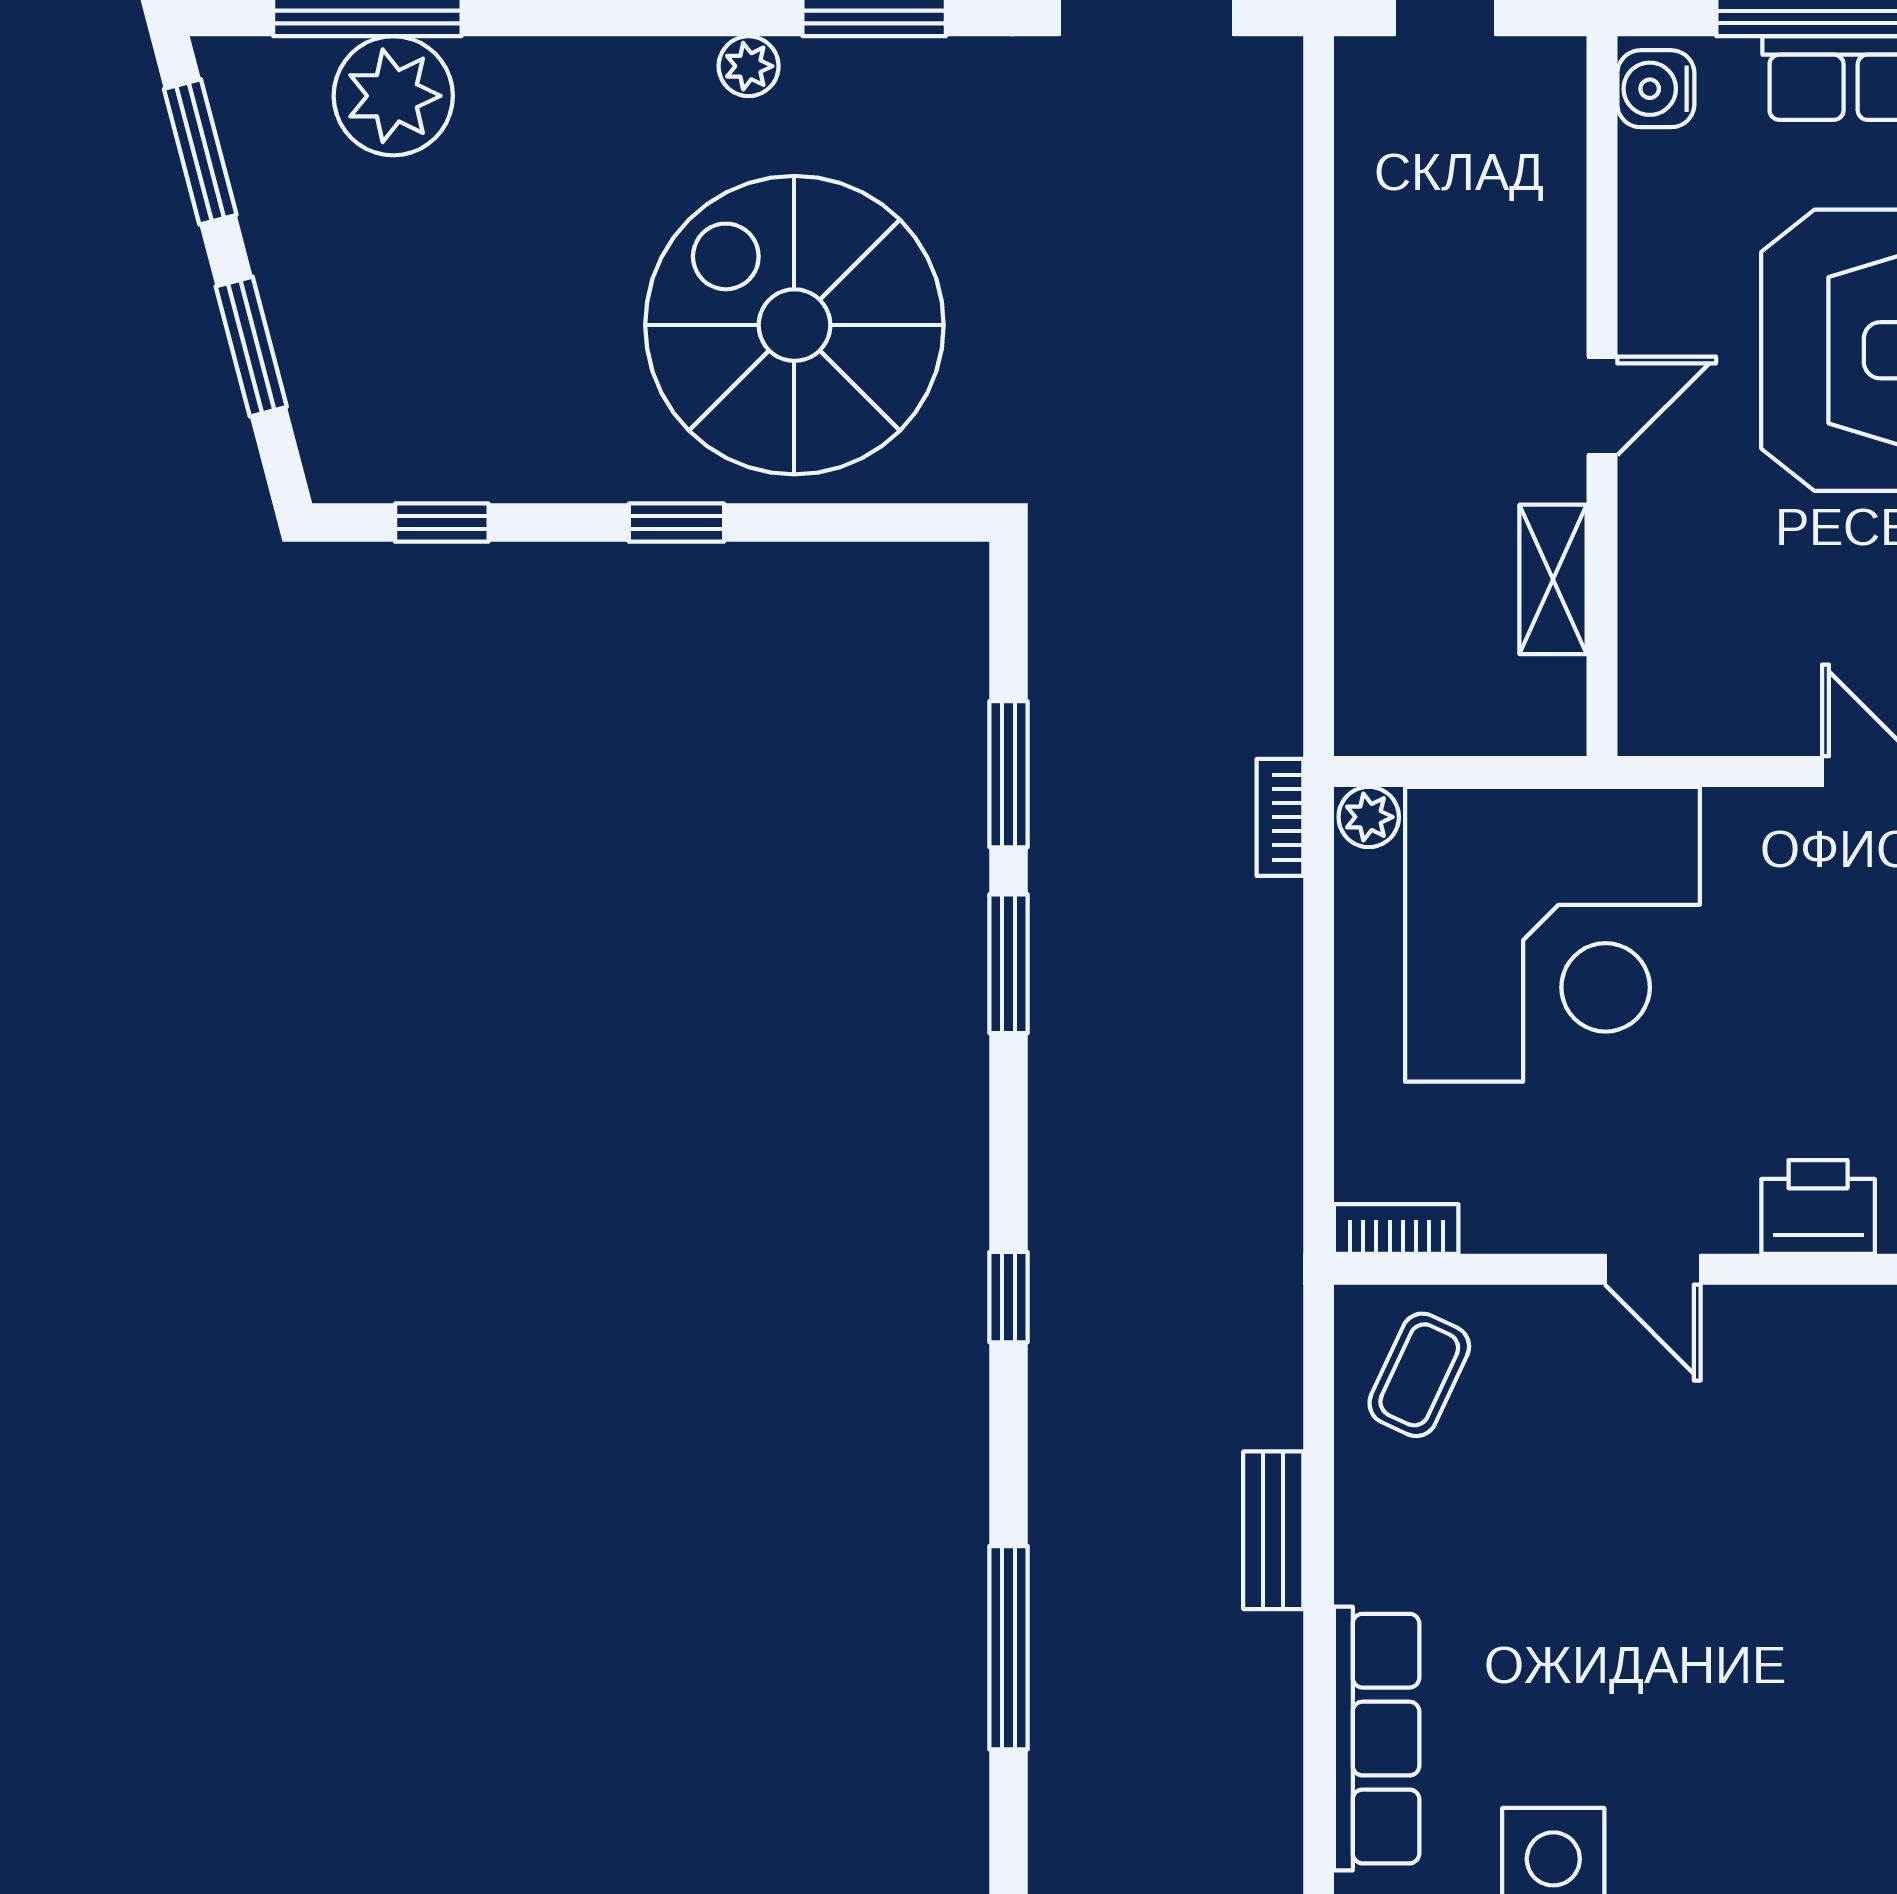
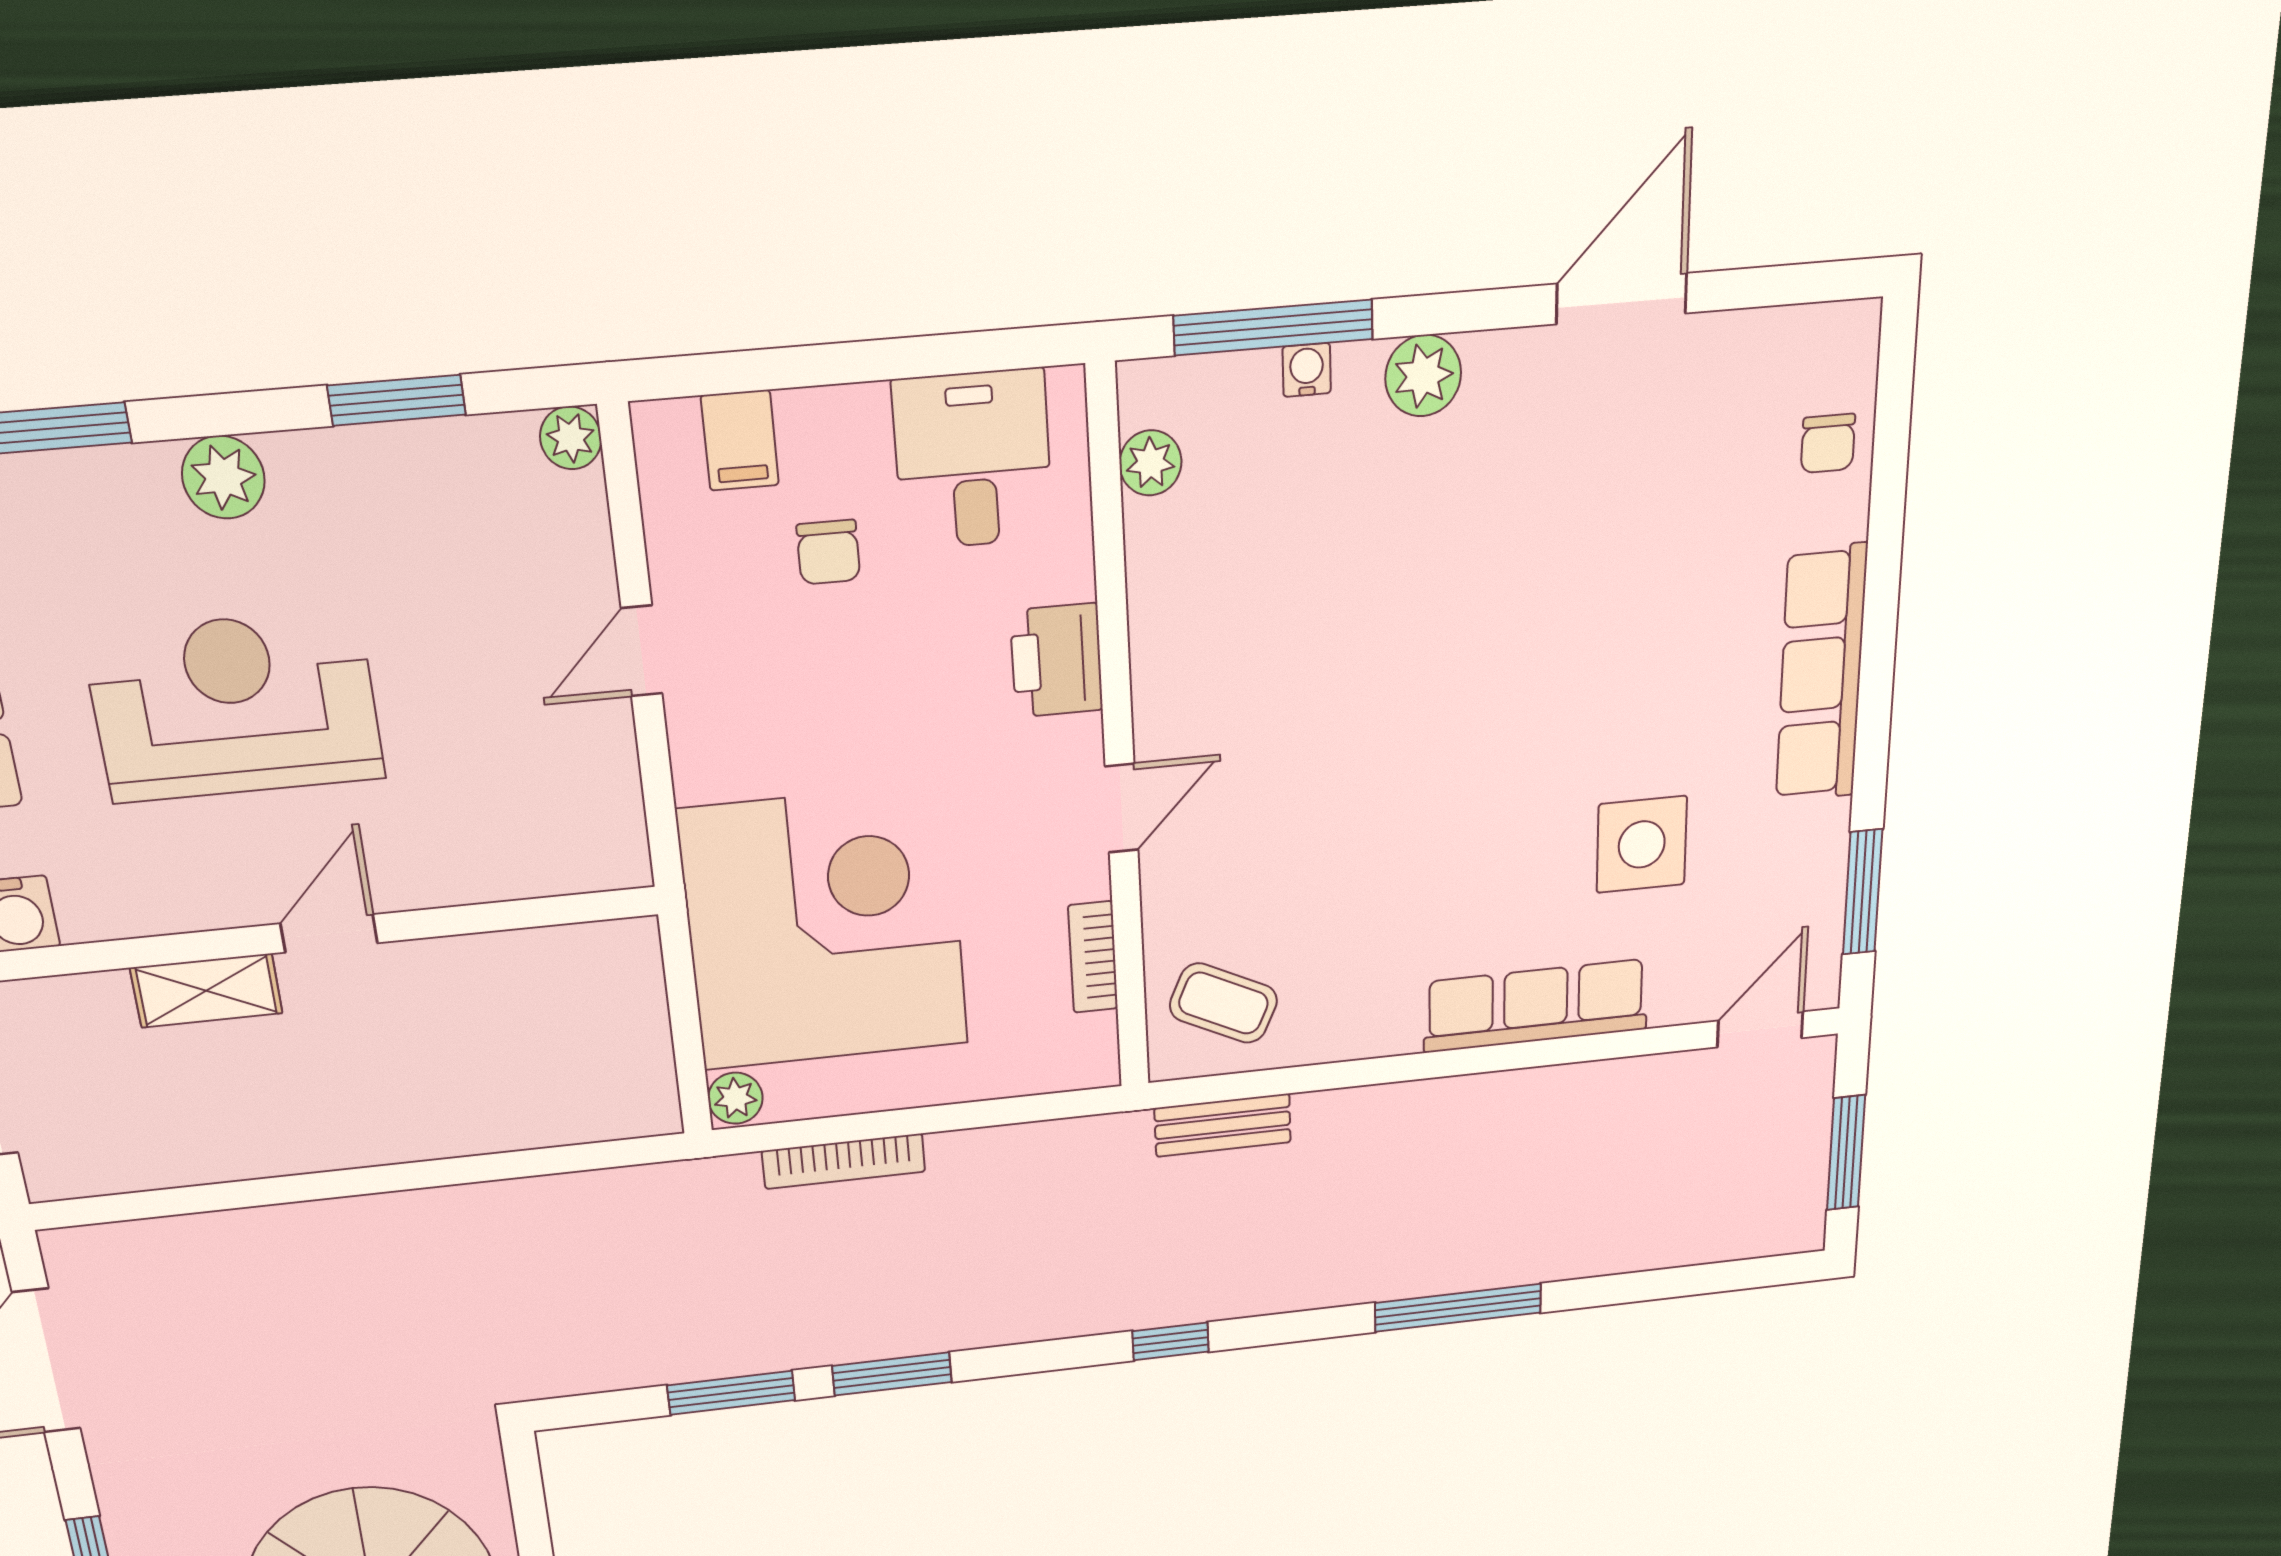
door: (1602, 406) -> (329, 933), hinge flipped
shelving: (1553, 579) -> (206, 991), moved
bookcase: (1280, 817) -> (844, 1161), moved, width x1.56
bookcase: (1396, 1229) -> (1093, 957), moved
bench: (1273, 1530) -> (1223, 1125), moved

